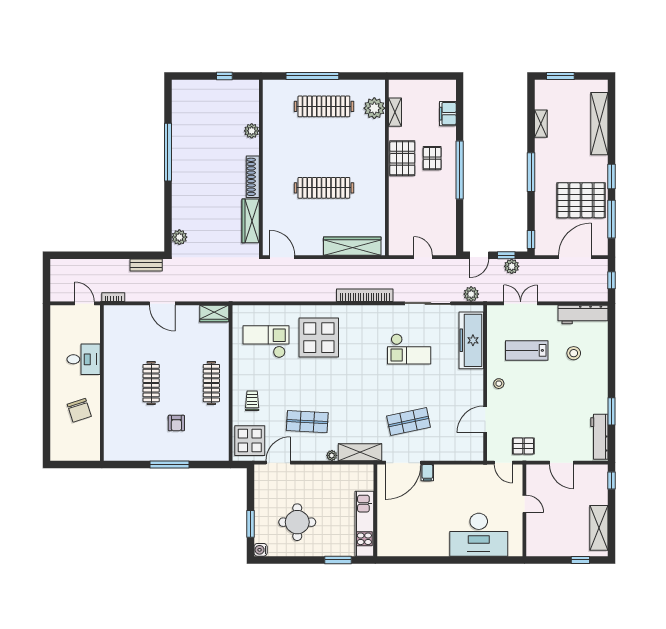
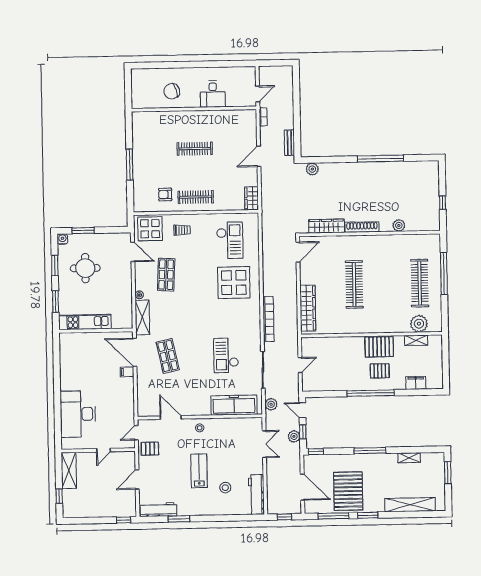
lab bench: (527, 350) -> (199, 471), moved
armchair: (176, 423) -> (165, 195), moved
pallet: (523, 446) -> (150, 449), turned 90
shelving: (599, 528) -> (69, 470), moved, turned 90
window: (293, 560) -> (55, 266), added

